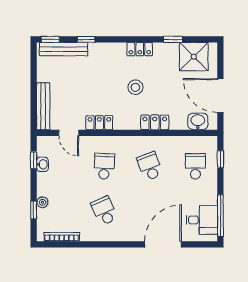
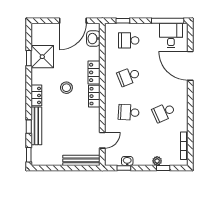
bench: (63, 49) -> (36, 126), moved
locker: (140, 49) -> (36, 95), moved
shower: (194, 57) -> (42, 57), moved
locker: (99, 123) -> (94, 96), moved

